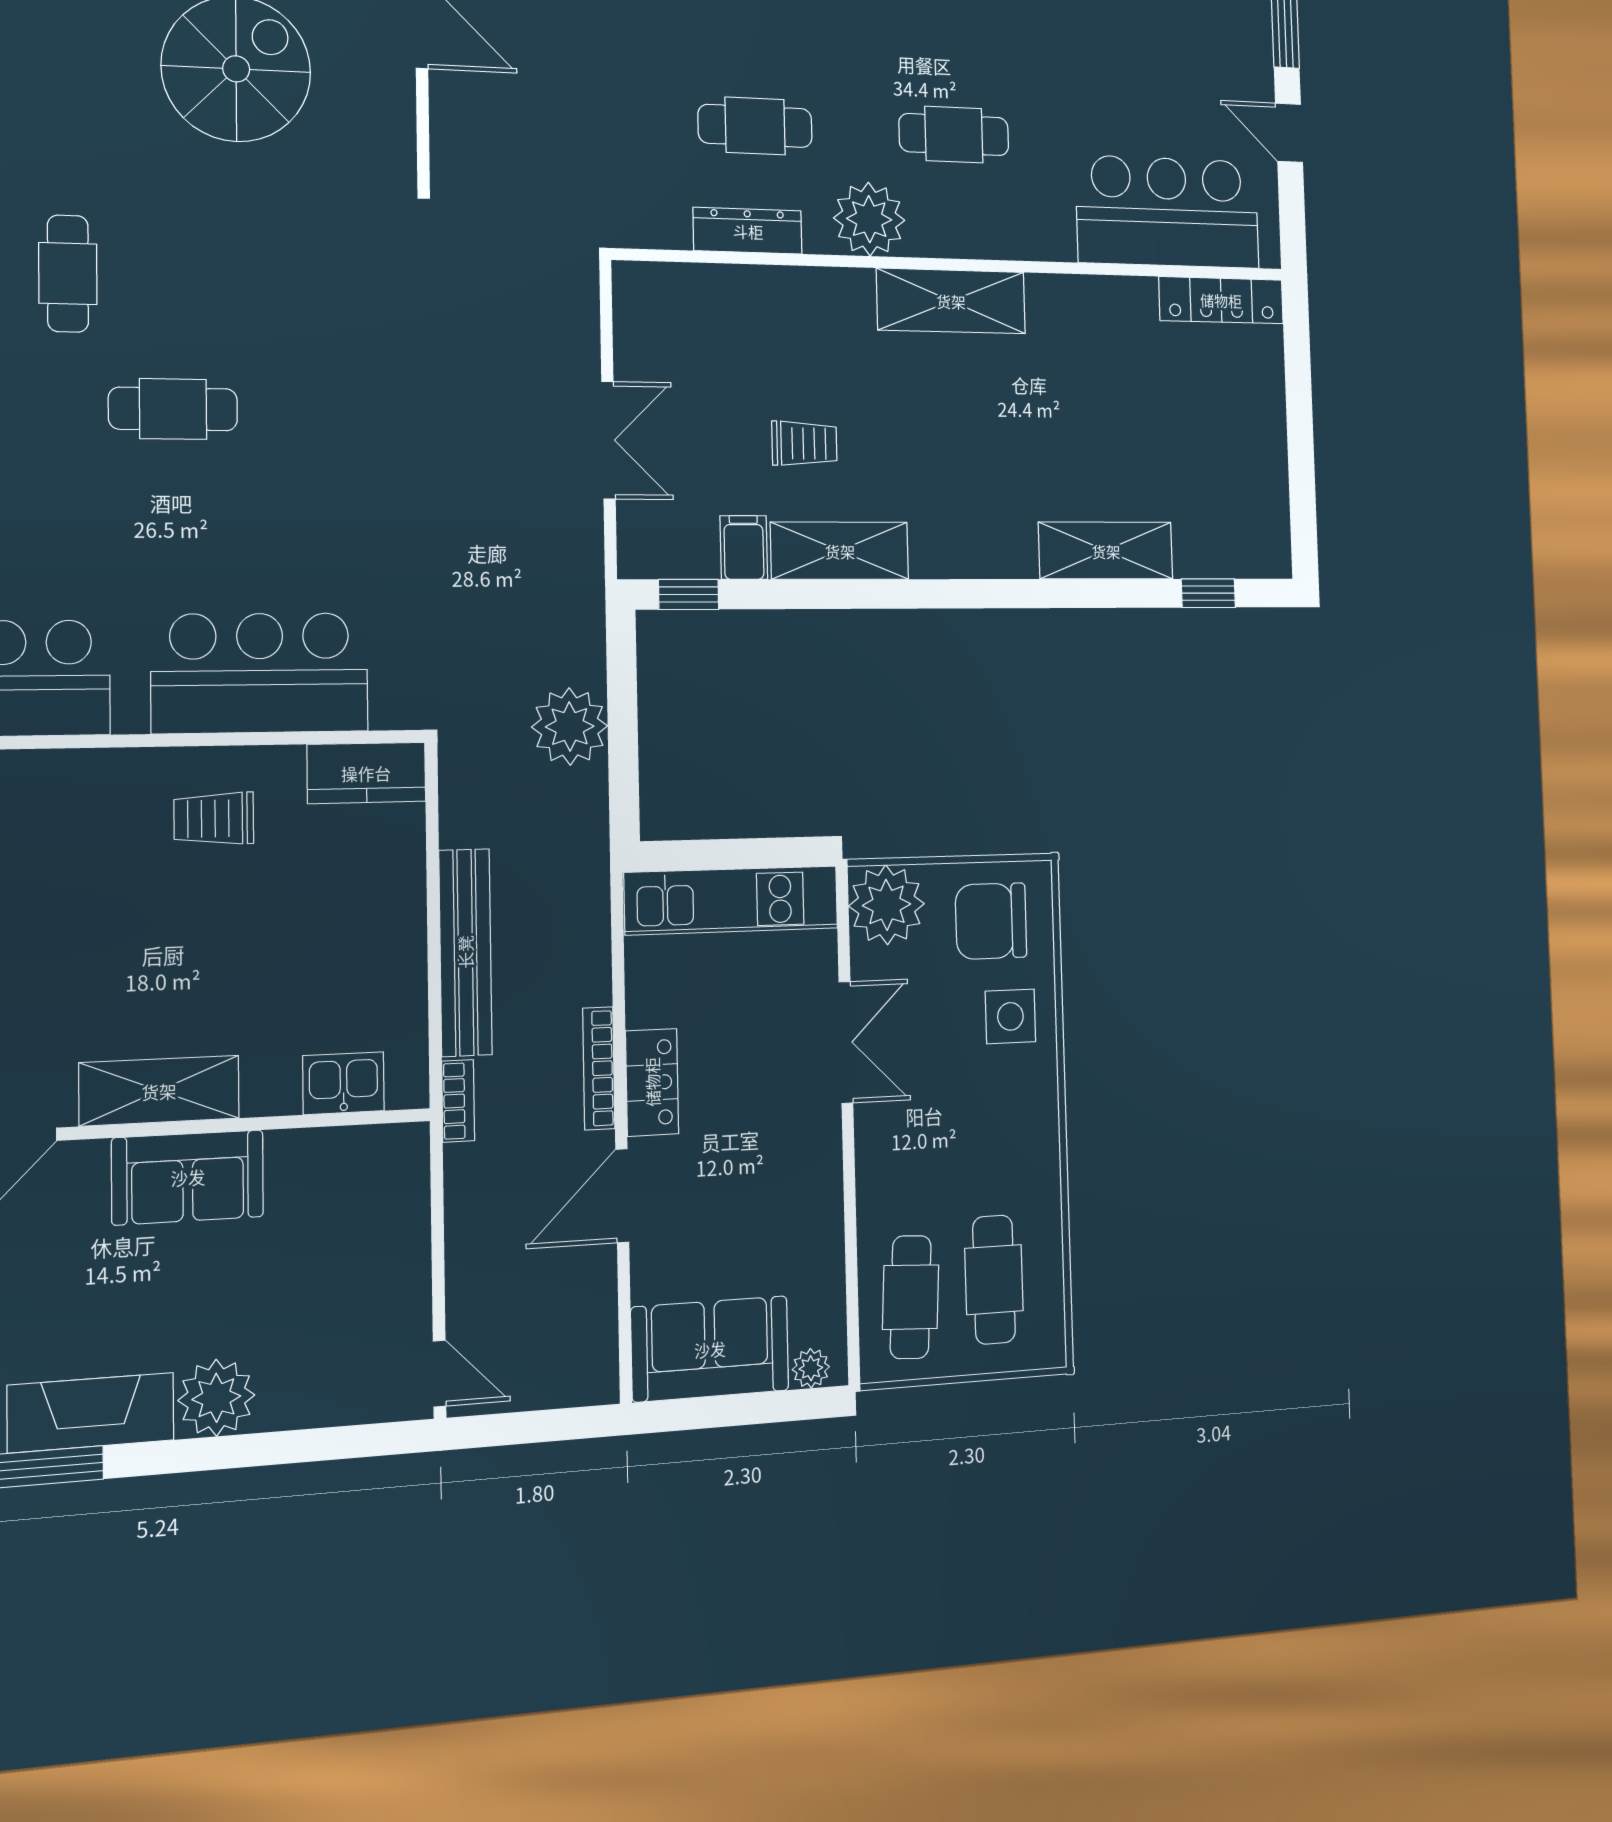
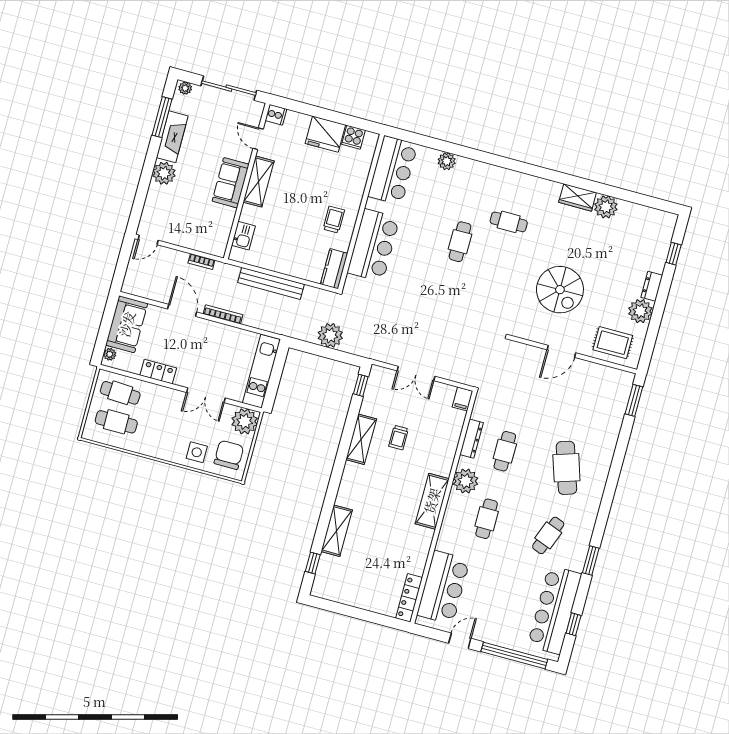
filing cabinet: (744, 547) -> (462, 399), moved, turned 90
locker: (652, 1082) -> (158, 372), moved, turned 180
bookcase: (458, 1101) -> (201, 262), moved

